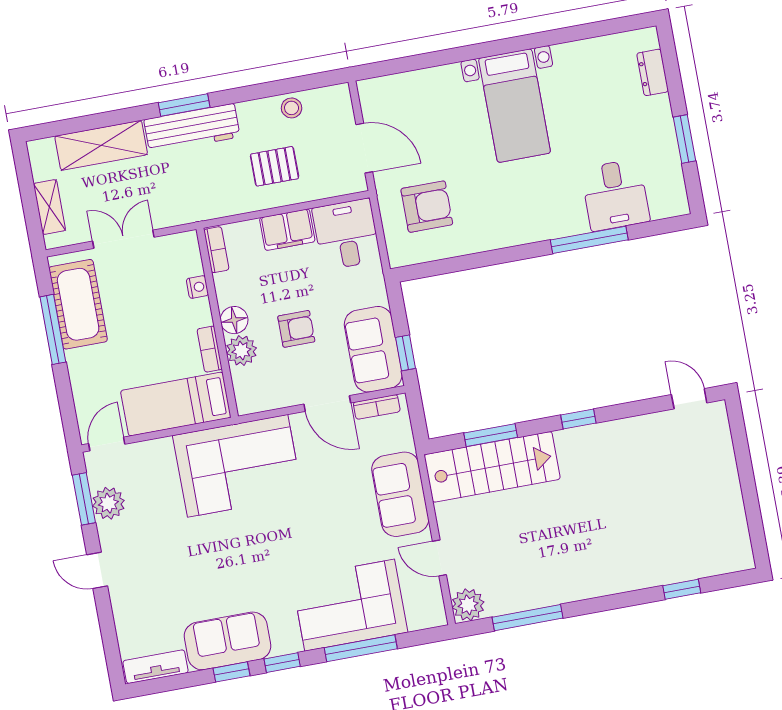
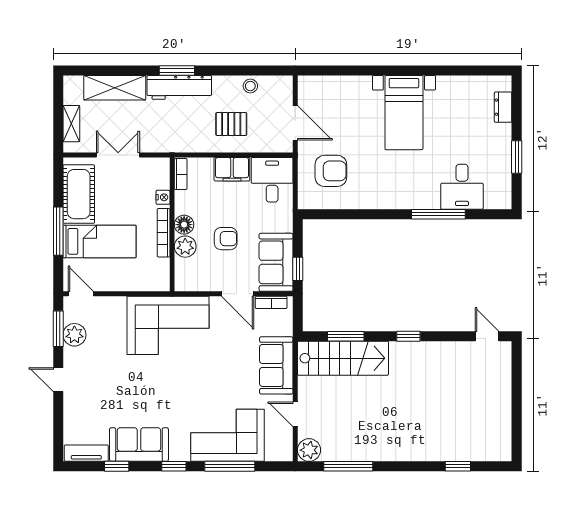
window: (53, 329) -> (58, 231), moved
bookcase: (210, 349) -> (164, 233), width x1.56
bed: (176, 404) -> (99, 241), moved, turned 180
door: (107, 444) -> (81, 294), hinge flipped
window: (232, 672) -> (117, 466), moved

